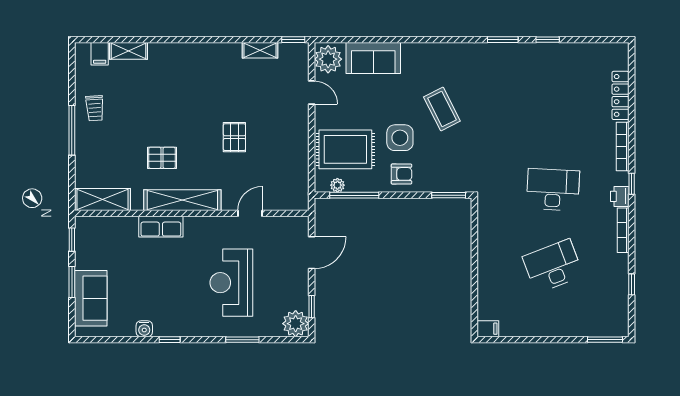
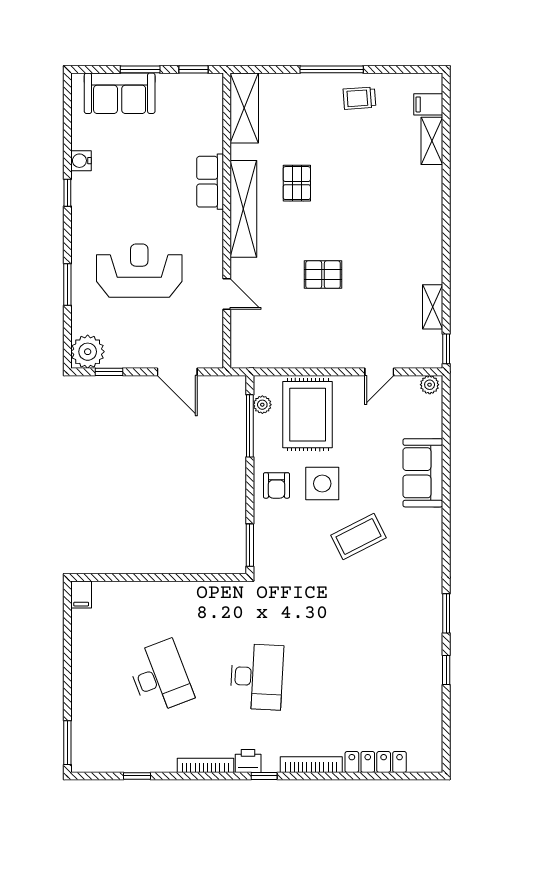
sofa: (373, 58) -> (423, 473), moved
plant: (328, 59) -> (430, 385), width x0.53, depth x0.53

